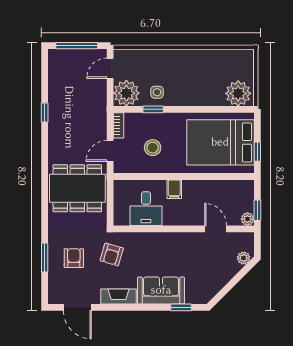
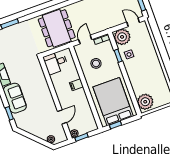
door: (110, 151) -> (85, 40), hinge flipped
desk: (146, 209) -> (56, 63), moved
armchair: (112, 254) -> (25, 62), removed
armchair: (74, 258) -> (15, 41), removed

